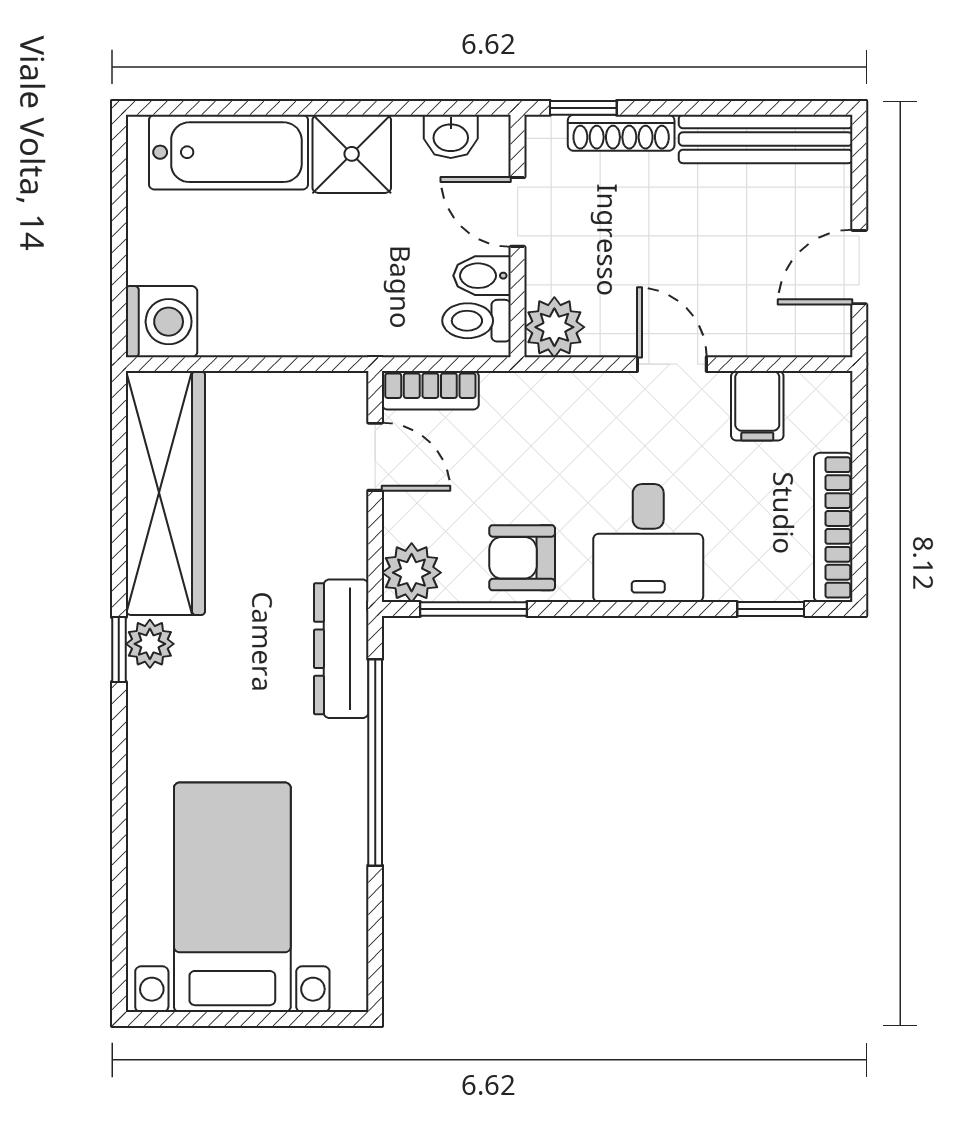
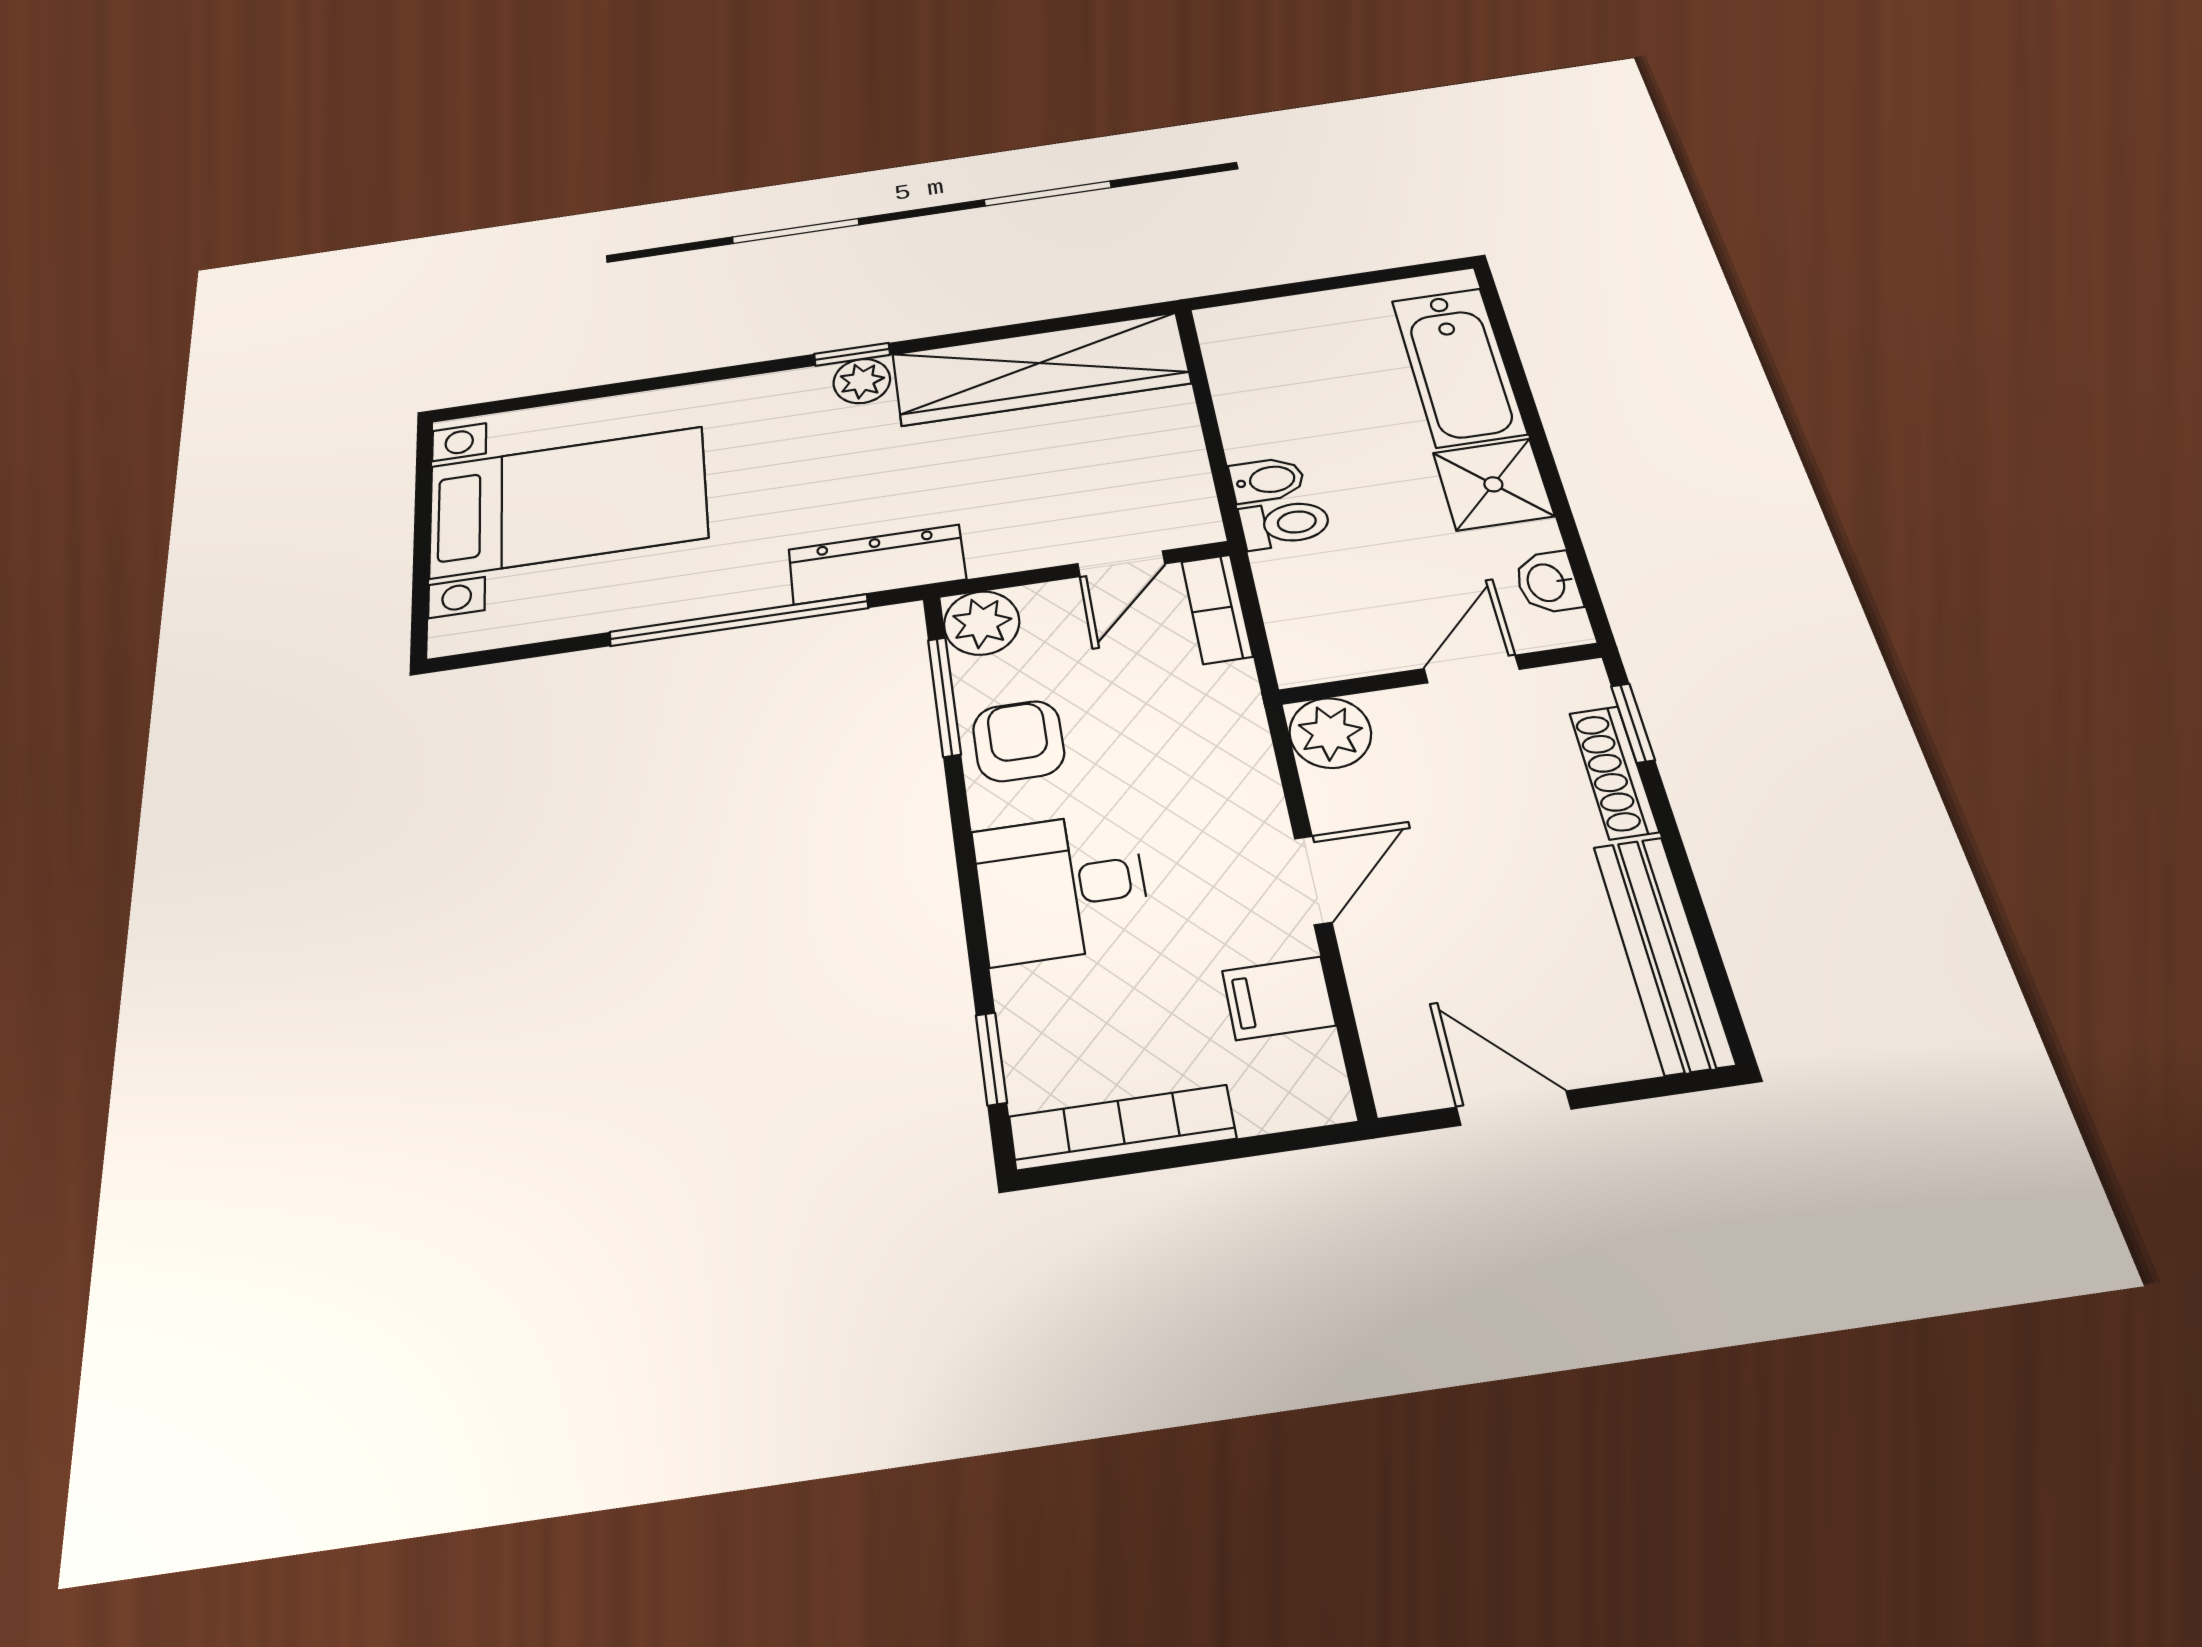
bidet: (482, 276) -> (1267, 480), moved, turned 90
toilet: (477, 321) -> (1285, 524), moved, turned 90
washing machine: (161, 322) -> (1241, 336), removed

